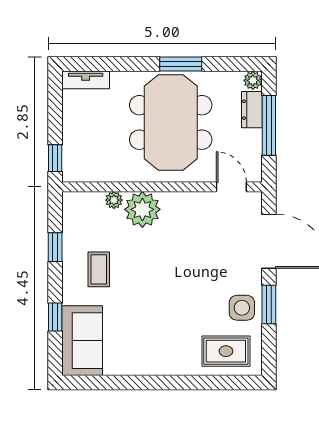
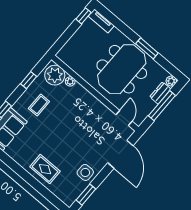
window: (55, 158) -> (84, 16), moved
plant: (142, 209) -> (55, 75), moved
window: (269, 305) -> (86, 195), moved
rug: (226, 351) -> (45, 169), moved

